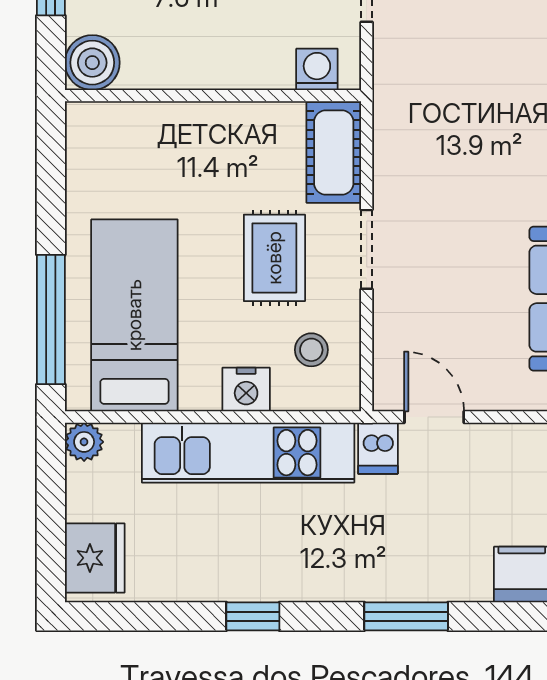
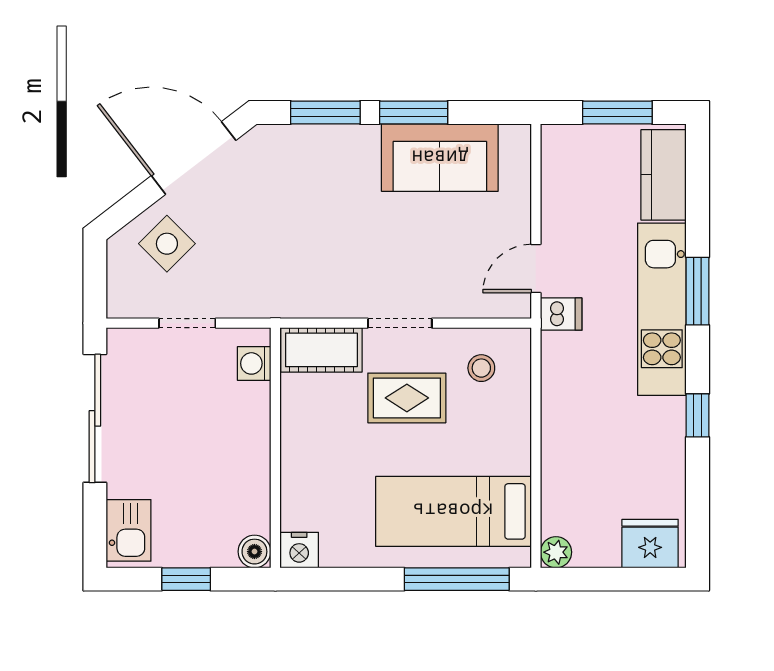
boiler: (92, 63) -> (254, 552), width x0.73, depth x0.73
nightstand: (246, 390) -> (299, 550), moved, turned 90
kitchen unit: (248, 453) -> (662, 309), moved, turned 180

